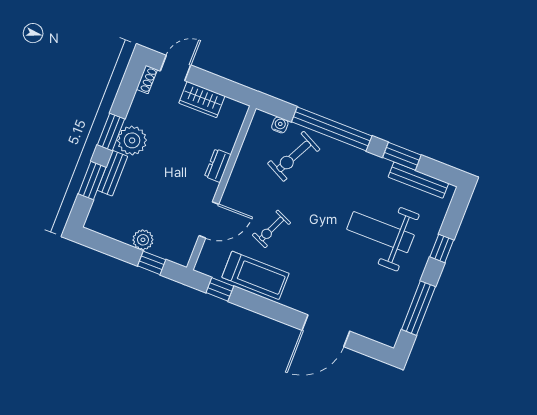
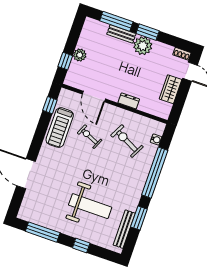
exercise bike: (294, 156) -> (127, 141), moved
window: (92, 181) -> (116, 21), width x1.44
weight bench: (380, 232) -> (90, 206), turned 90

